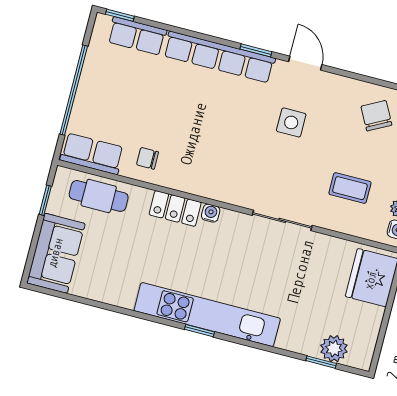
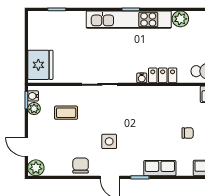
row of seats: (219, 57) -> (160, 168), width x0.50
chair: (376, 116) -> (81, 166), moved, turned -152
chair: (147, 158) -> (188, 133), moved
plant: (334, 349) -> (180, 19), moved

